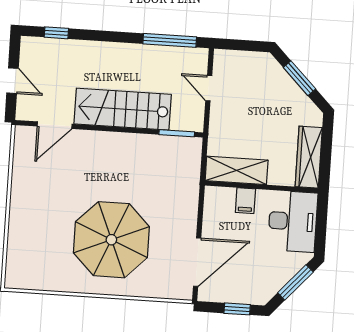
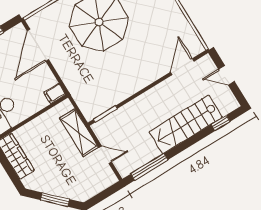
stairs: (123, 109) -> (186, 124), moved, turned 180
shelving: (237, 170) -> (79, 133), moved, turned 90
filing cabinet: (245, 201) -> (55, 93), moved, turned -90

